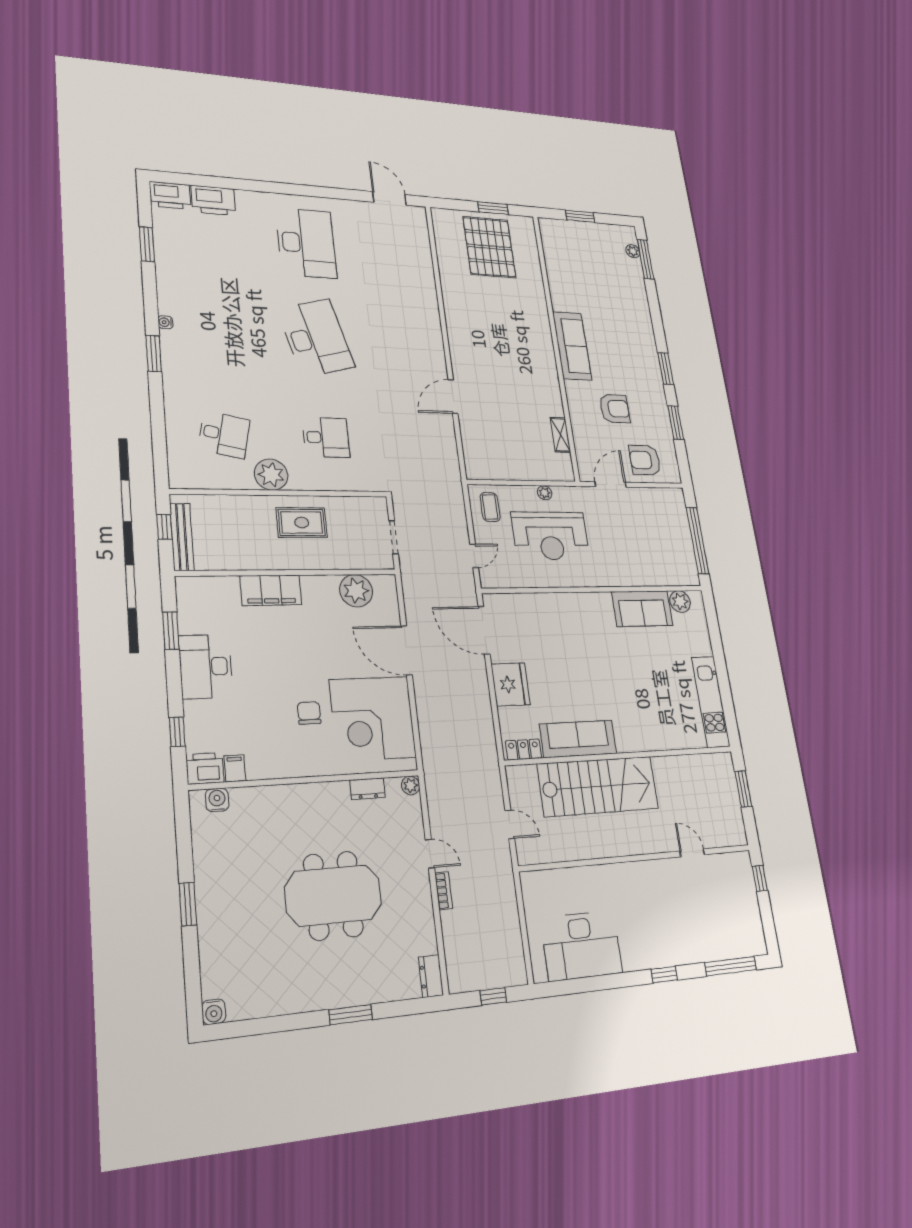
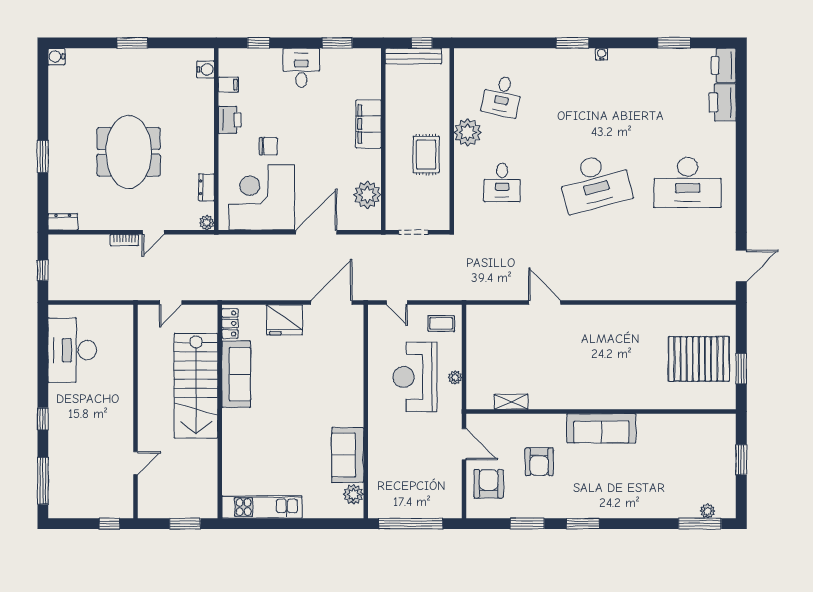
desk: (206, 666) -> (301, 68), width x0.73
printer: (205, 768) -> (230, 120), moved

